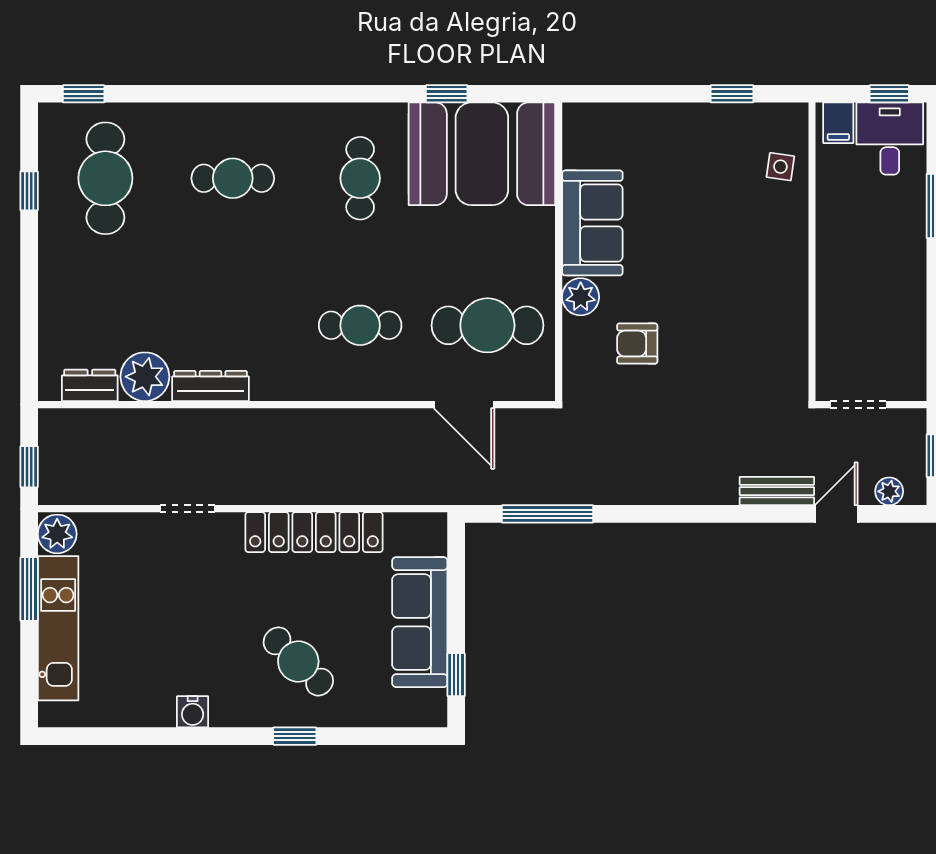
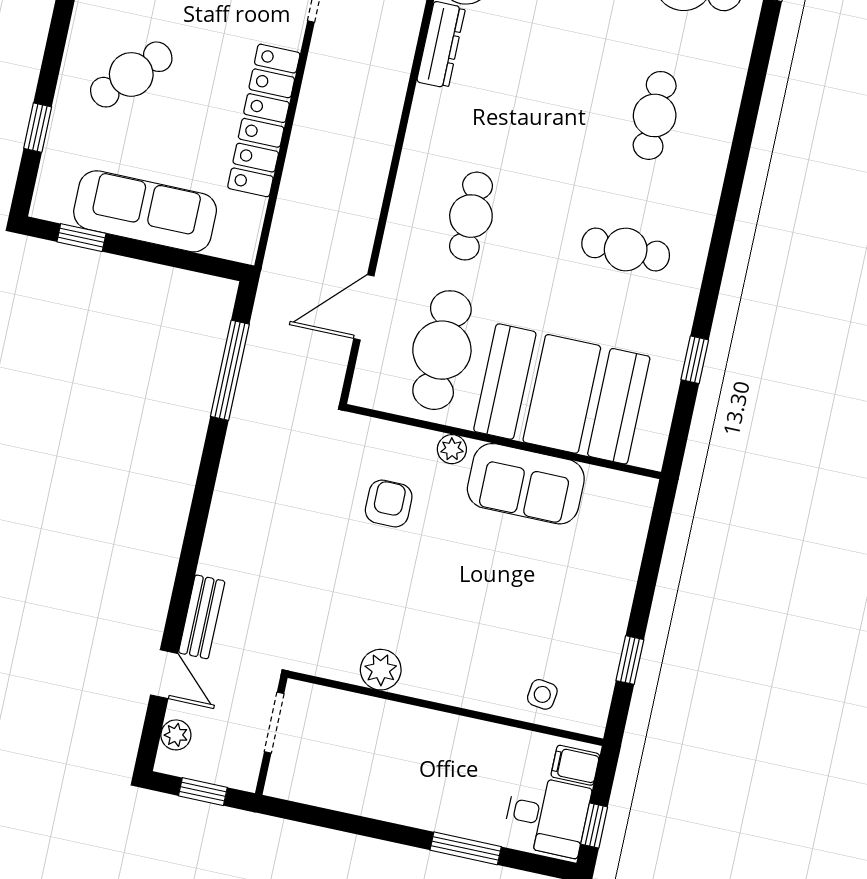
booth: (482, 154) -> (562, 394), moved, turned 90
plant: (581, 297) -> (452, 449), width x0.73, depth x0.73
plant: (790, 318) -> (381, 670), added
window: (295, 736) -> (38, 128), moved

